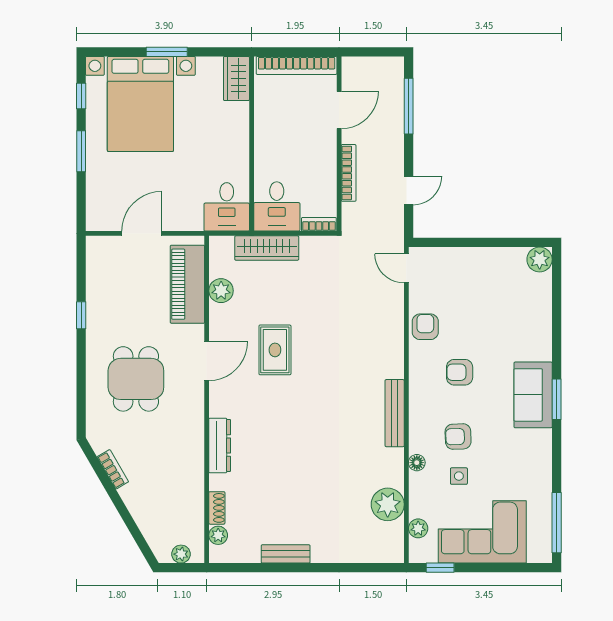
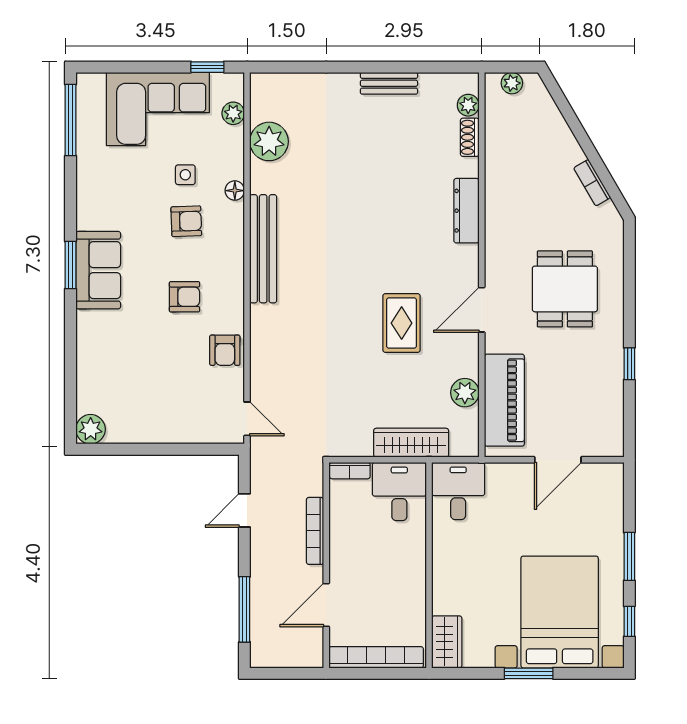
bench: (395, 413) -> (263, 249), width x1.37, depth x1.21

